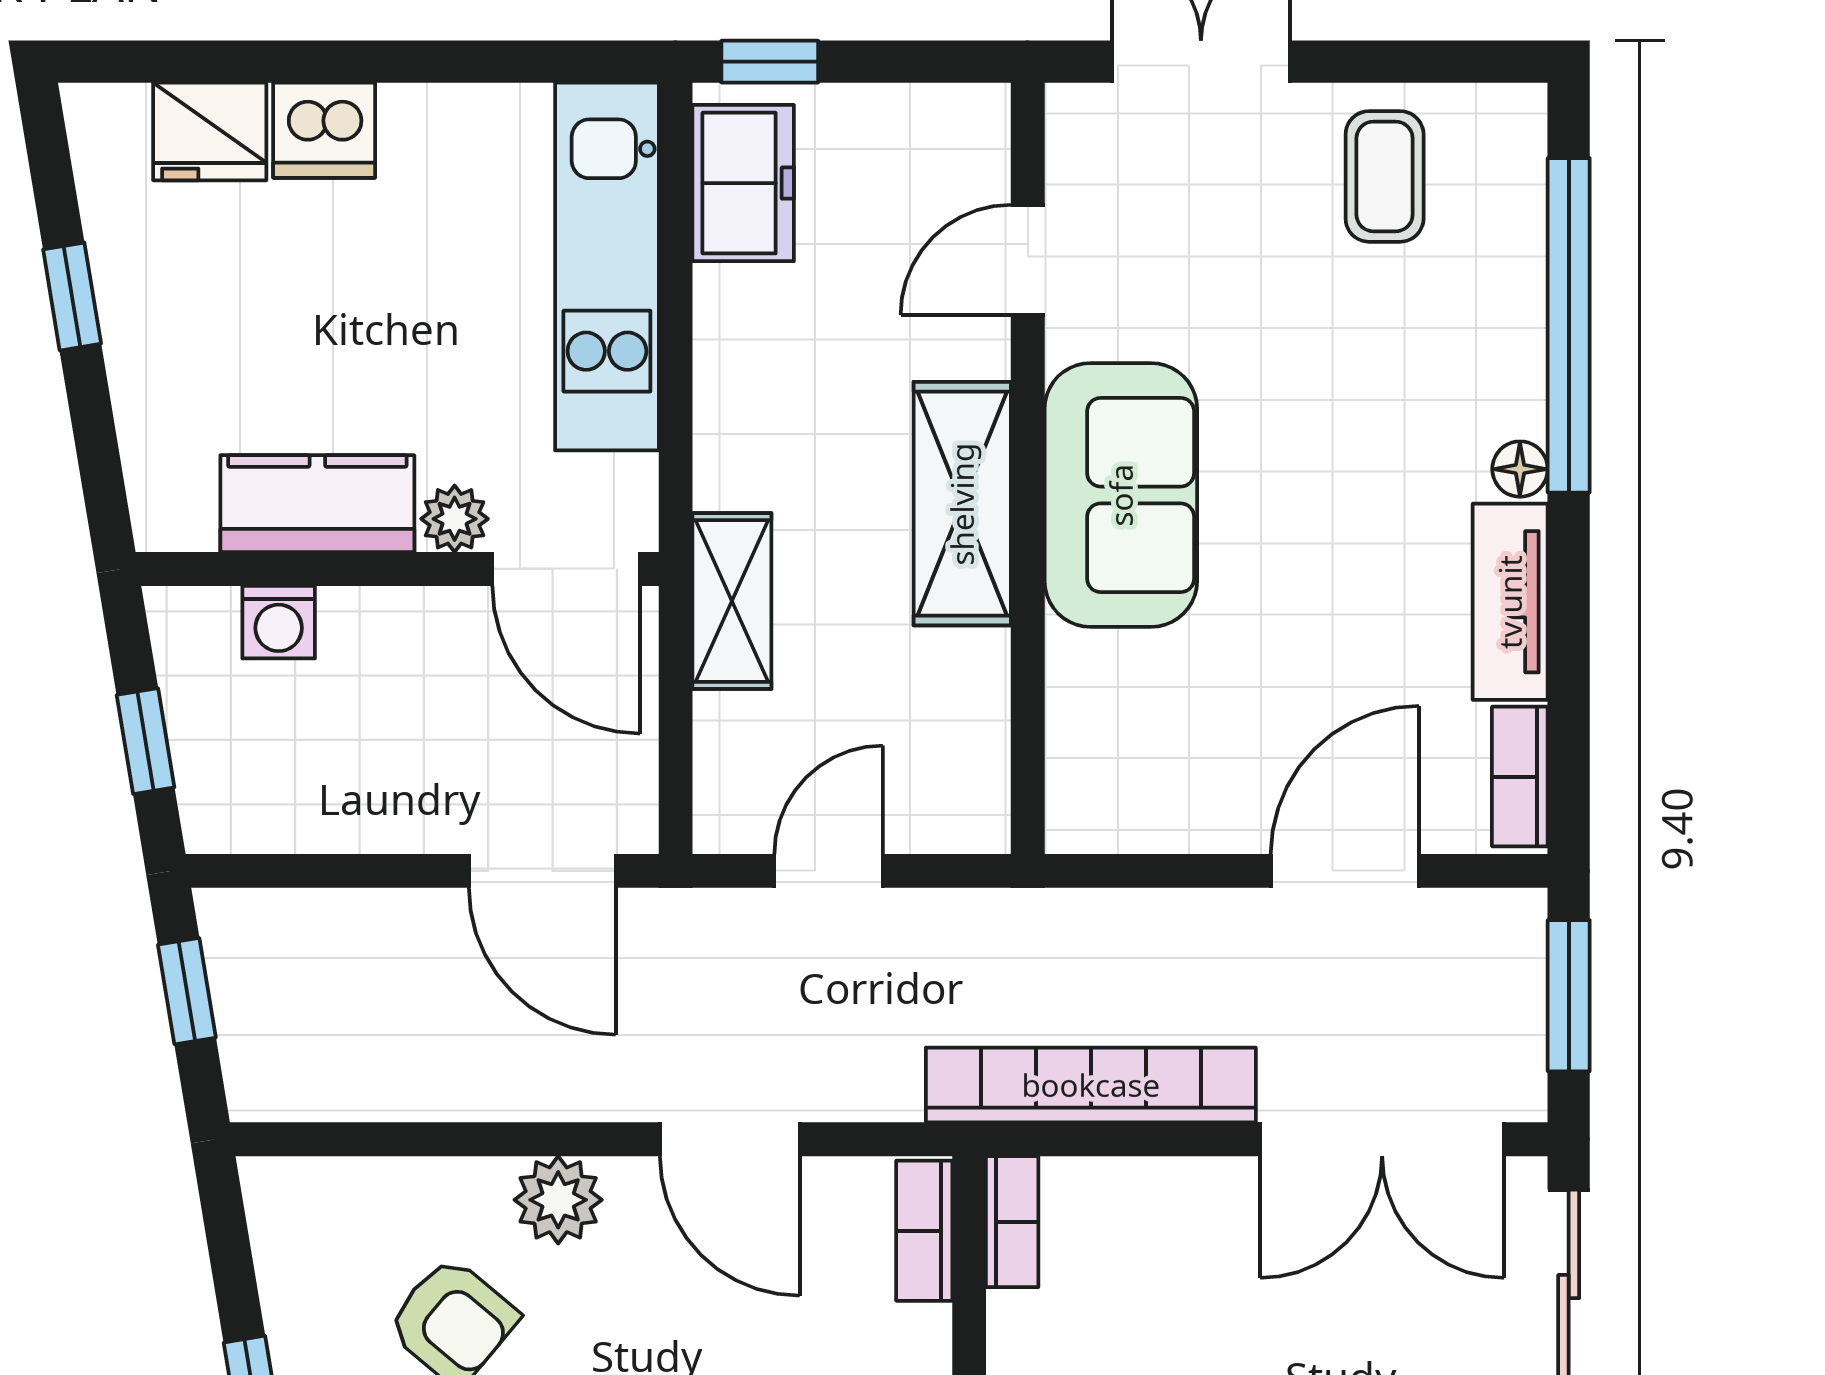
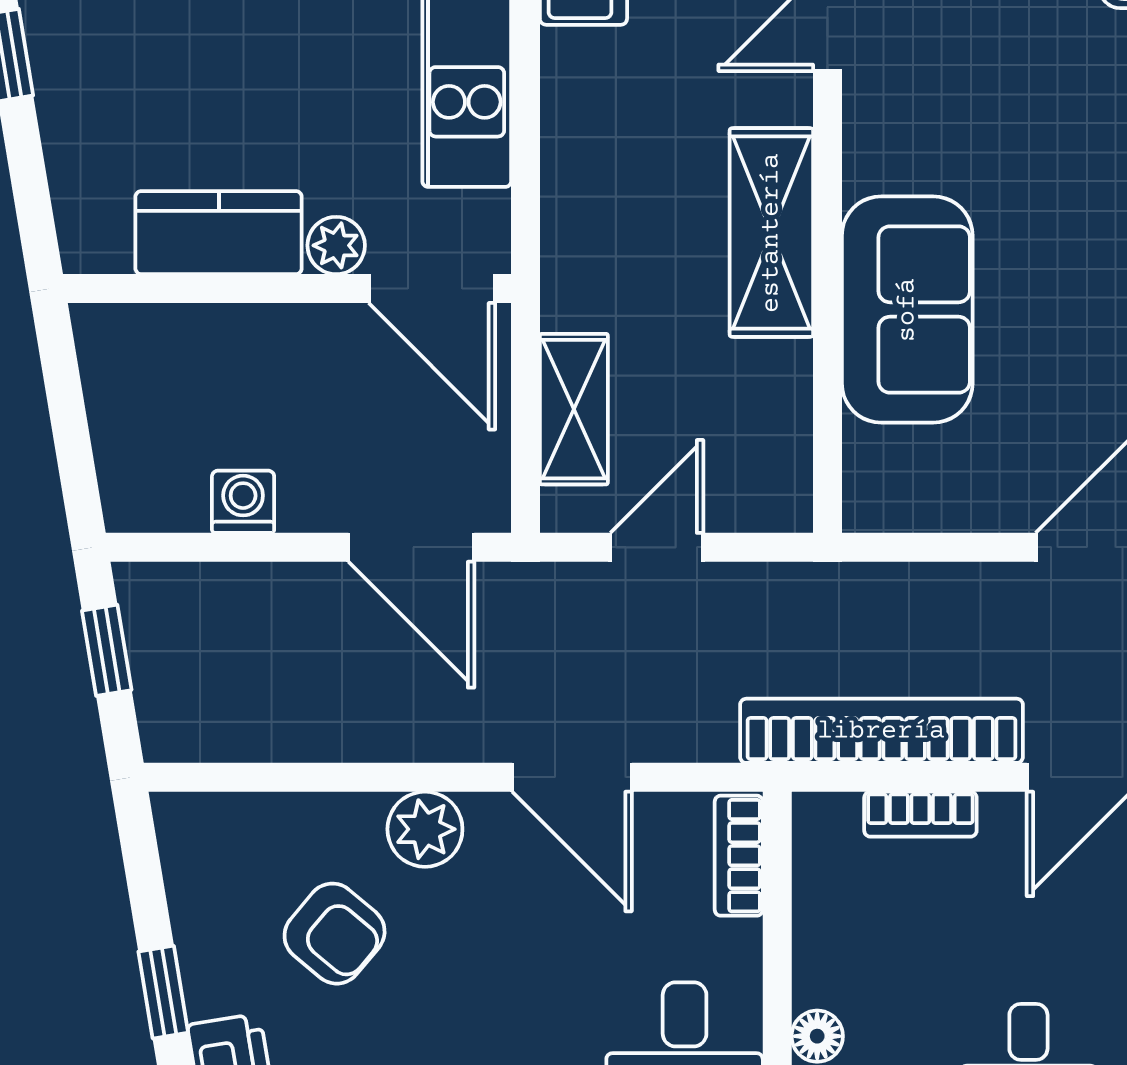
sofa: (1121, 495) -> (907, 310), moved
shelving: (732, 601) -> (574, 409), moved
washing machine: (279, 622) -> (243, 502), moved, turned 180
window: (146, 741) -> (71, 436), removed
bookcase: (1012, 1222) -> (920, 814), moved, turned 90

